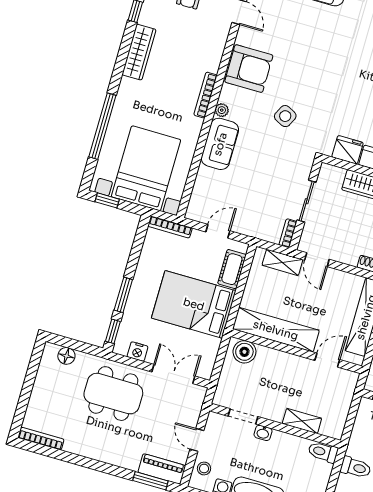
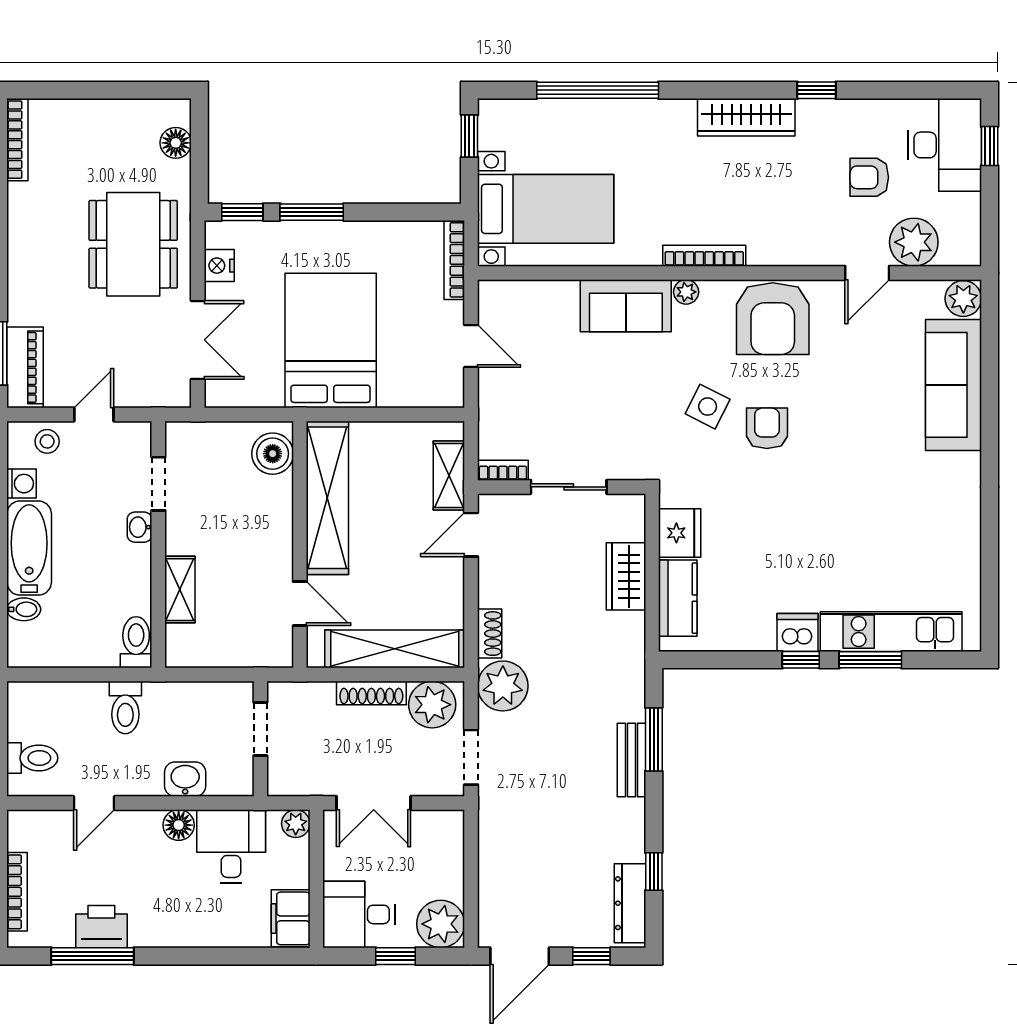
armchair: (306, 88) -> (767, 428), added
bed with nightstands: (146, 168) -> (546, 209), width x0.73
cot: (232, 269) -> (412, 390), removed

